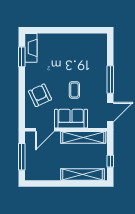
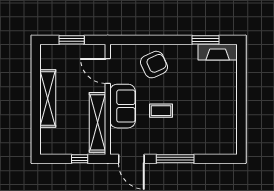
window: (22, 157) -> (72, 40), width x0.69
window: (110, 161) -> (80, 159), moved
shelving: (82, 174) -> (48, 98), moved

